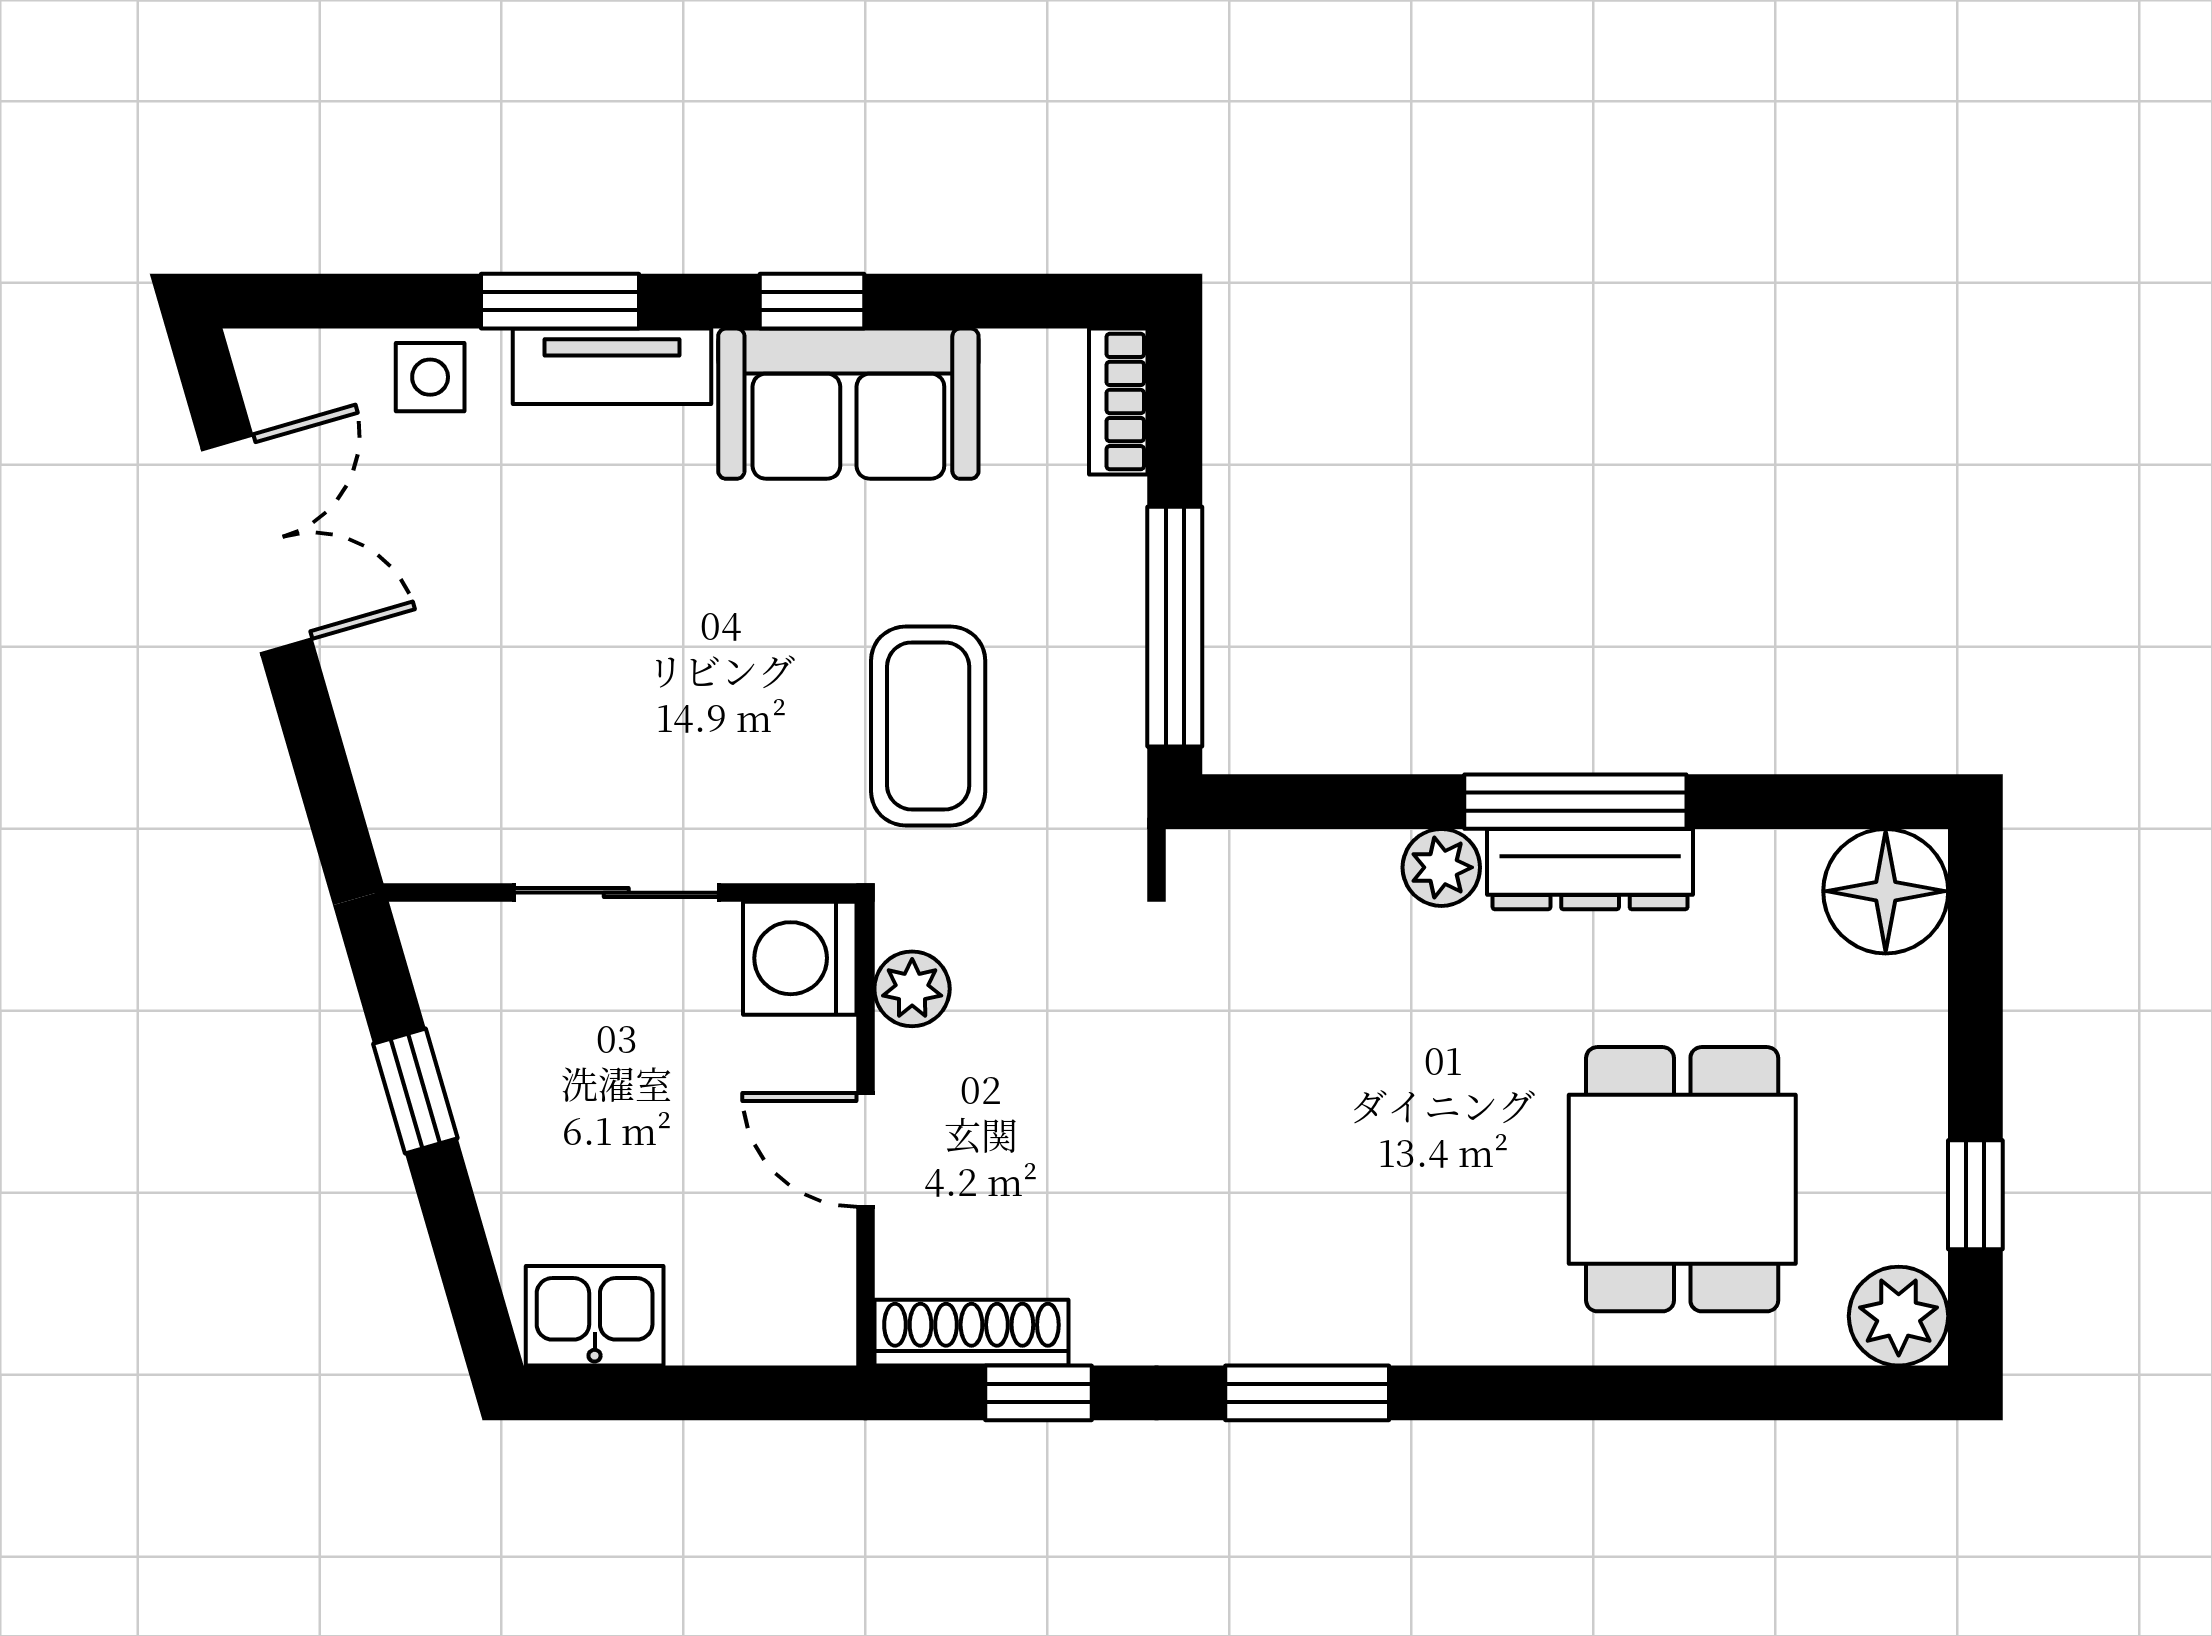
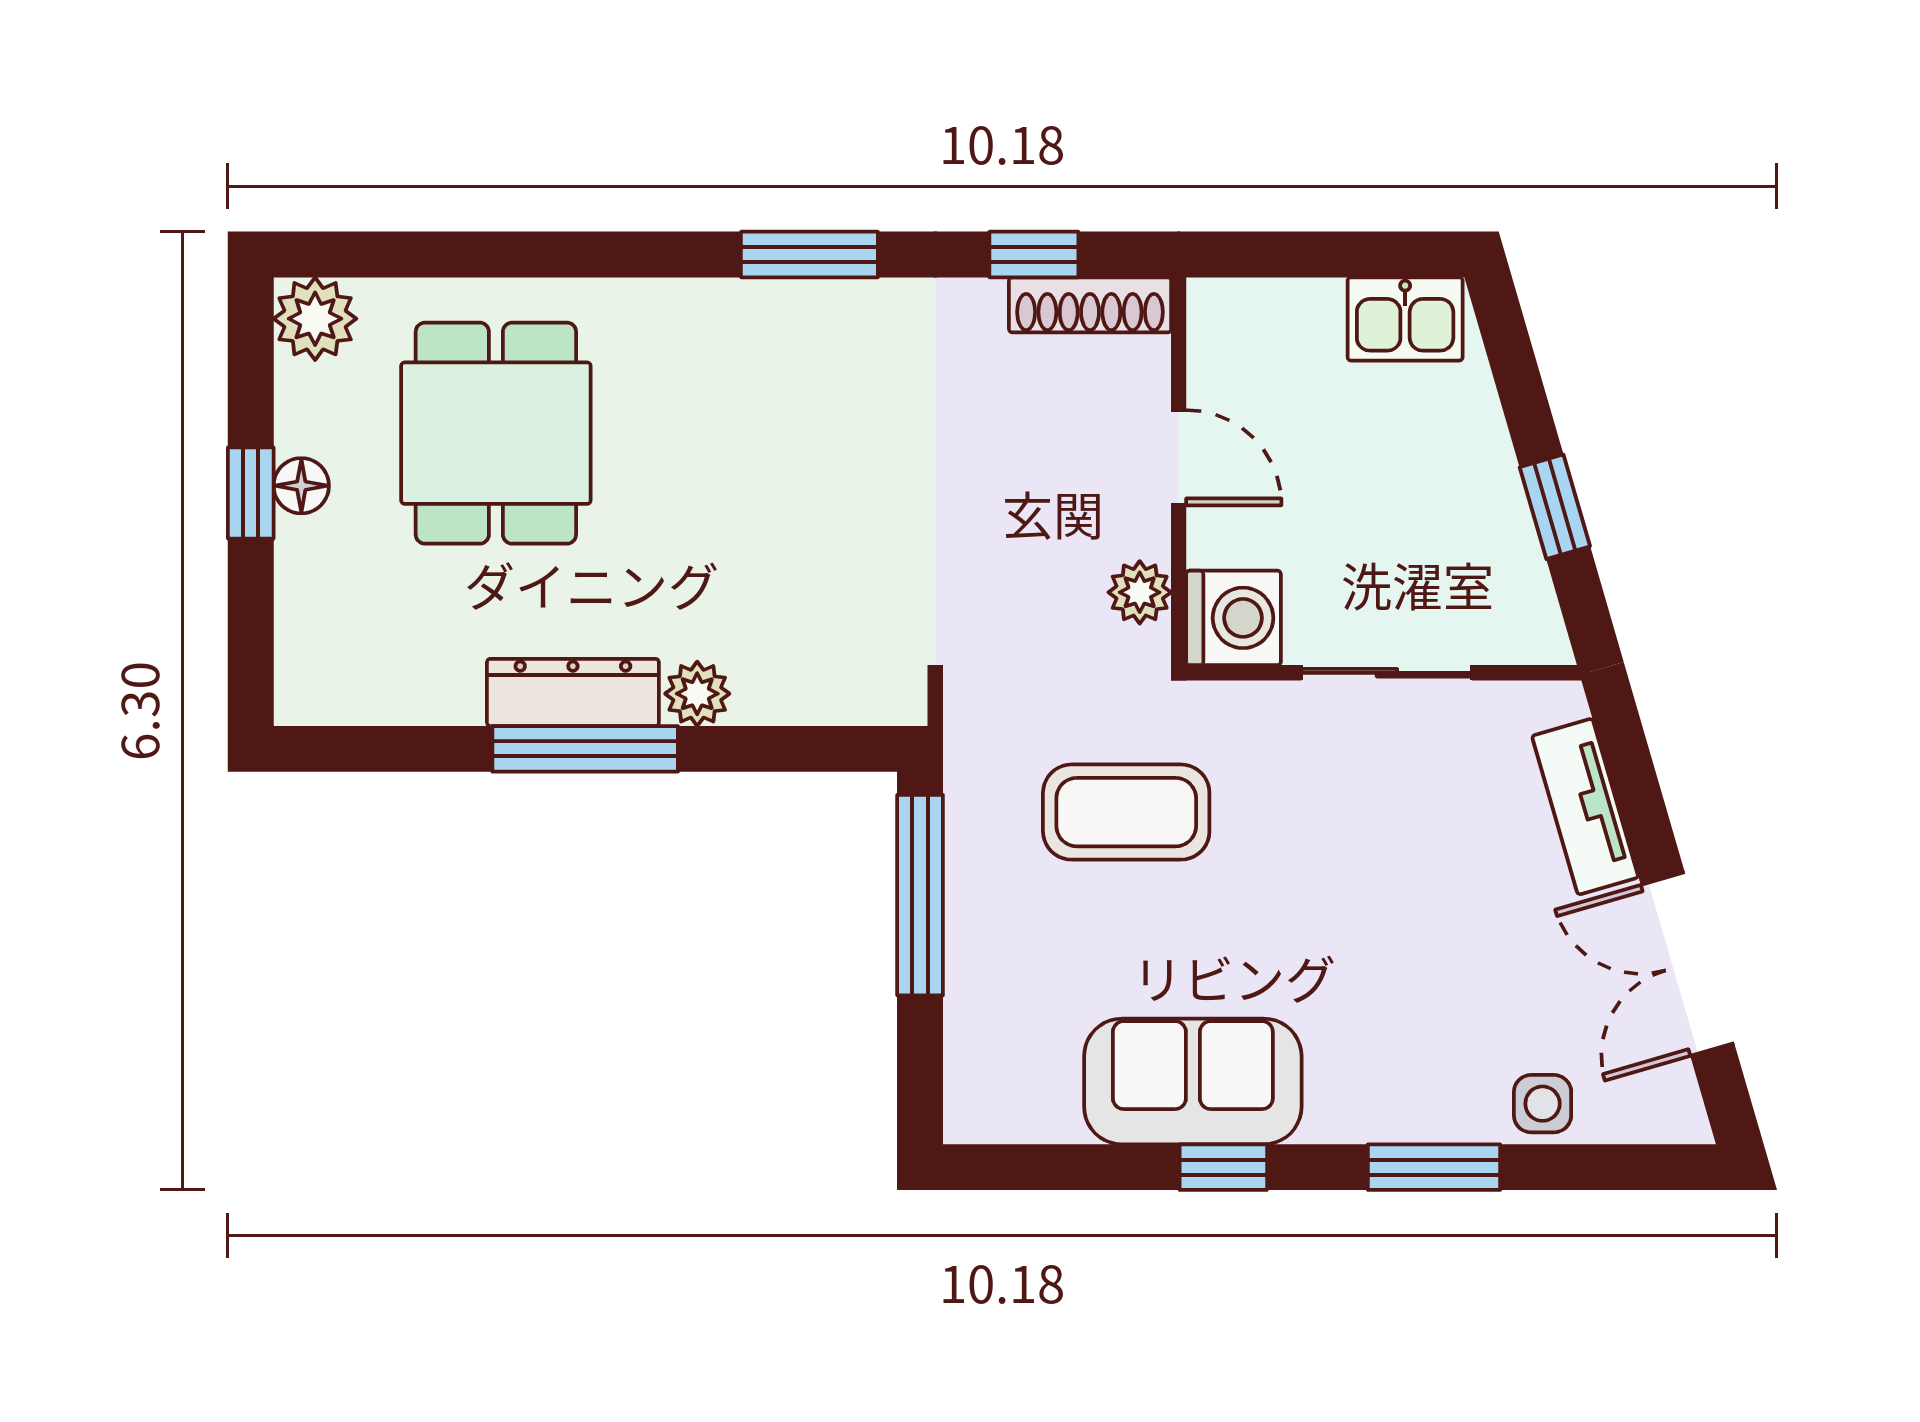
tv unit: (612, 366) -> (1585, 807), moved, turned -106
bookcase: (1118, 402) -> (967, 1083), removed
coffee table: (928, 726) -> (1126, 812), turned 90
floor lamp: (1886, 891) -> (301, 486), moved, width x0.53, depth x0.53
window: (1975, 1195) -> (251, 493), moved

